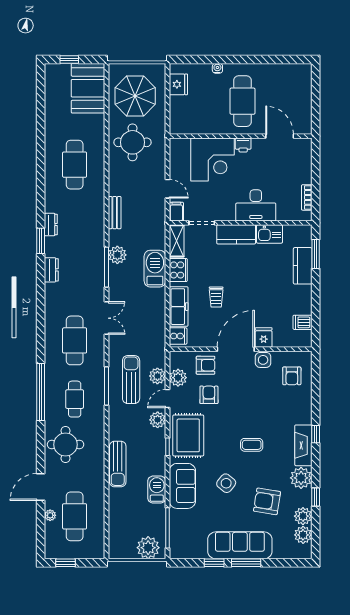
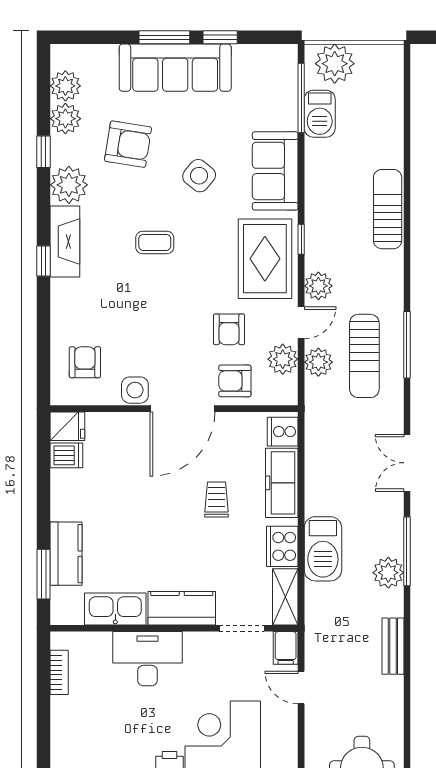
kitchen sink: (270, 234) -> (115, 609), width x1.38
fridge: (264, 337) -> (67, 426), moved, turned -90
barbecue: (157, 490) -> (320, 114), moved

